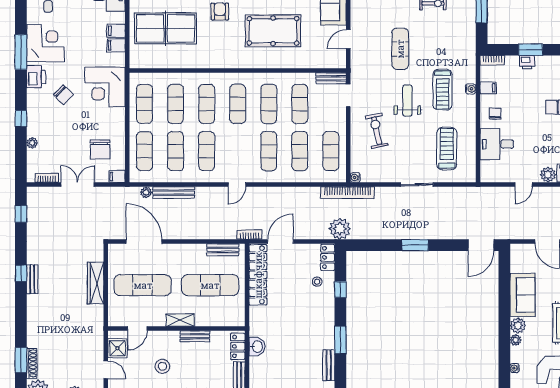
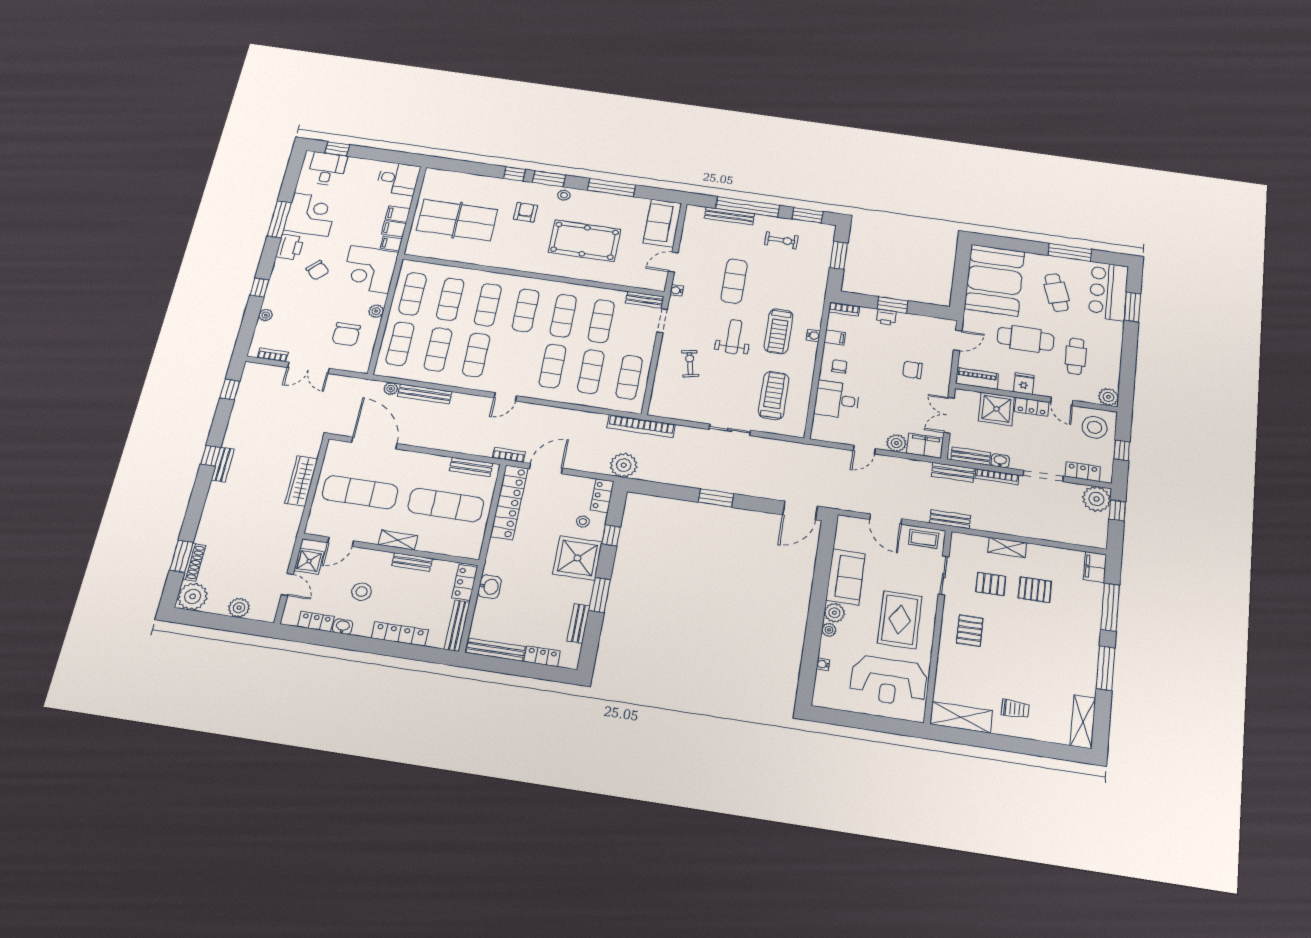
plant: (119, 125) -> (376, 311), added
exercise bike: (377, 131) -> (690, 363), width x0.73, depth x0.72
filing cabinet: (117, 176) -> (391, 244), moved
water cooler: (355, 177) -> (677, 290), moved
double door: (78, 185) -> (308, 368), swing flipped
shower: (318, 313) -> (577, 558), added

